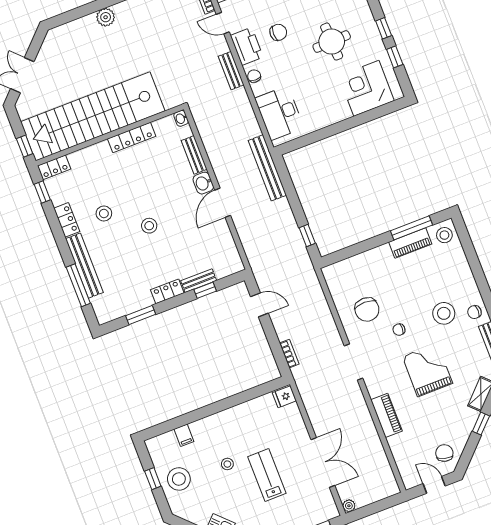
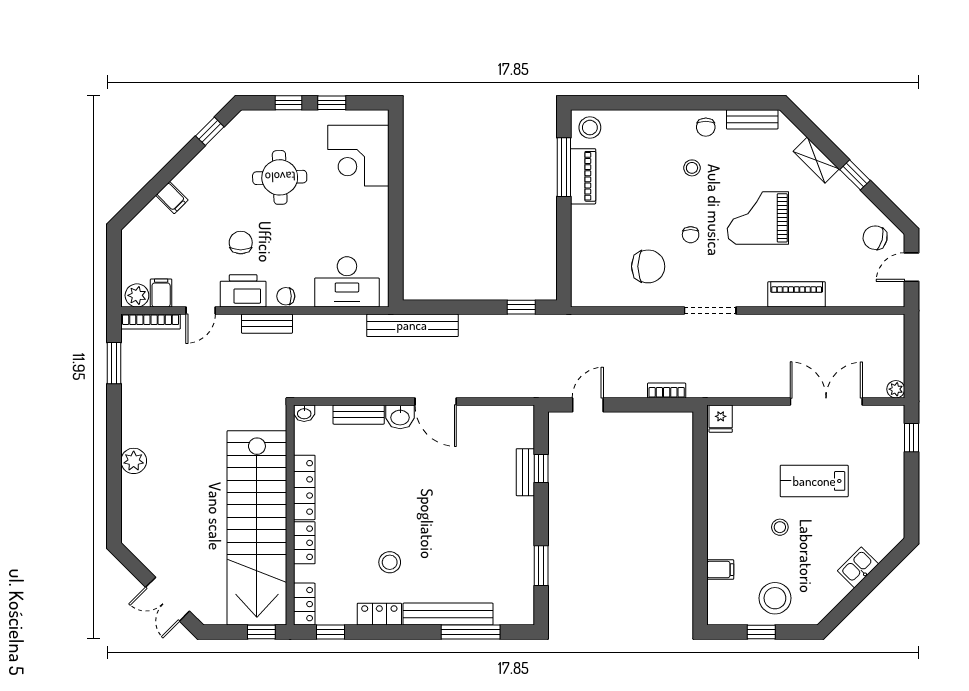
stool: (149, 226) -> (429, 509), removed
locker: (167, 291) -> (304, 543), moved, turned 180
stool: (444, 313) -> (692, 168), width x0.53, depth x0.53

